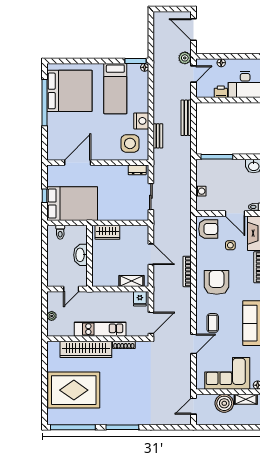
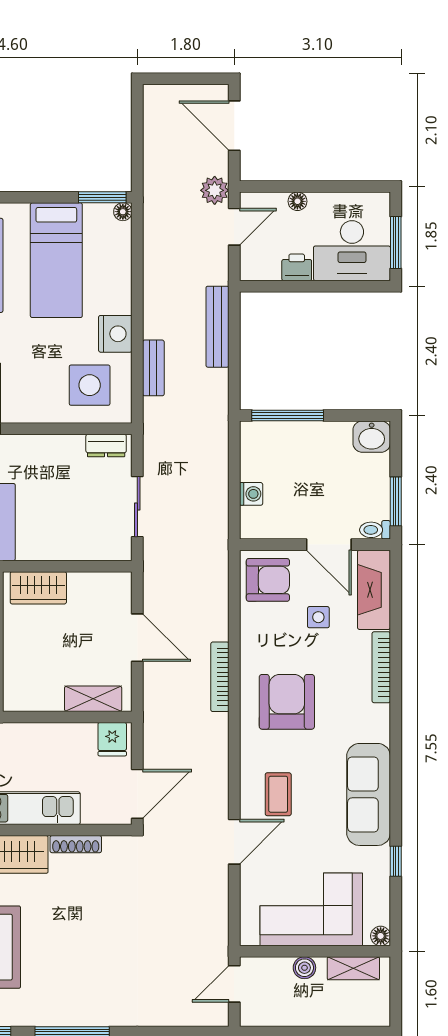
boiler: (224, 403) -> (304, 968), width x0.54, depth x0.54

